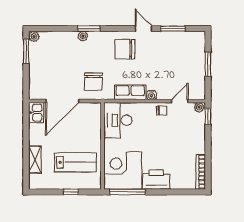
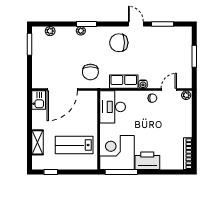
plant: (34, 36) -> (50, 31), moved
window: (208, 116) -> (194, 103), removed
lab bench: (75, 162) -> (74, 145), turned 180
window: (71, 192) -> (51, 172), moved

